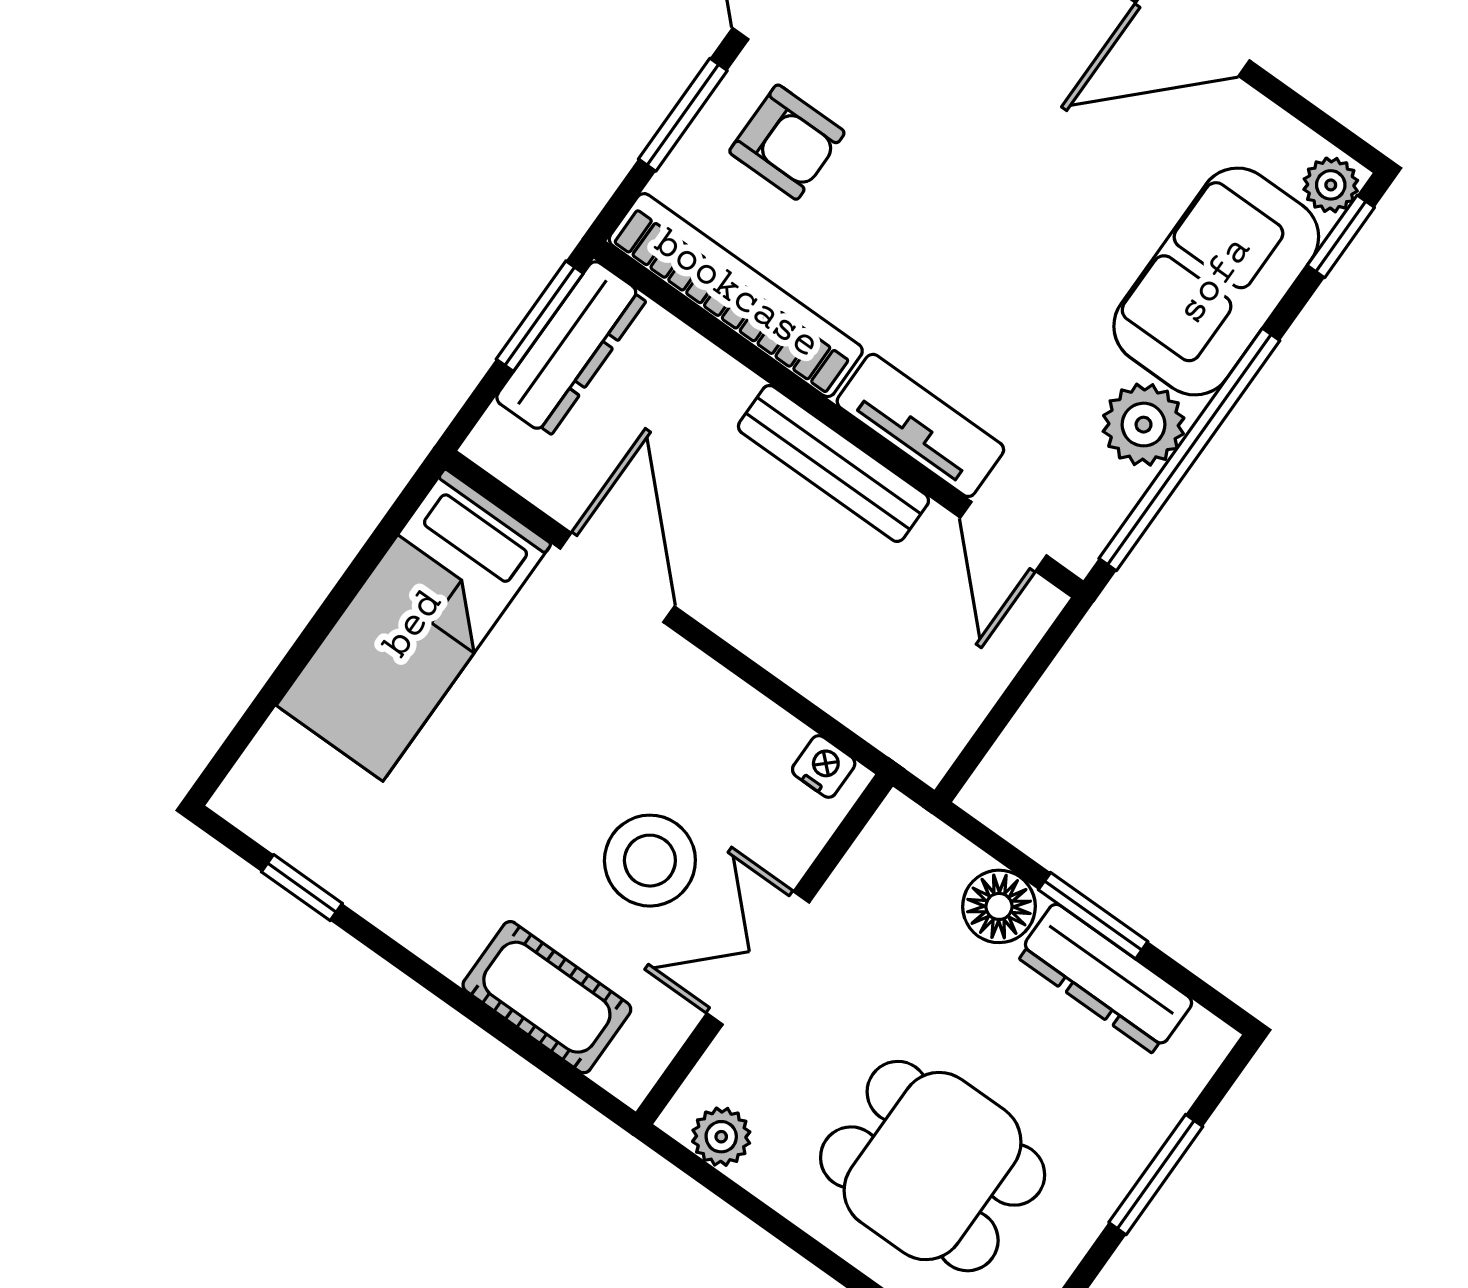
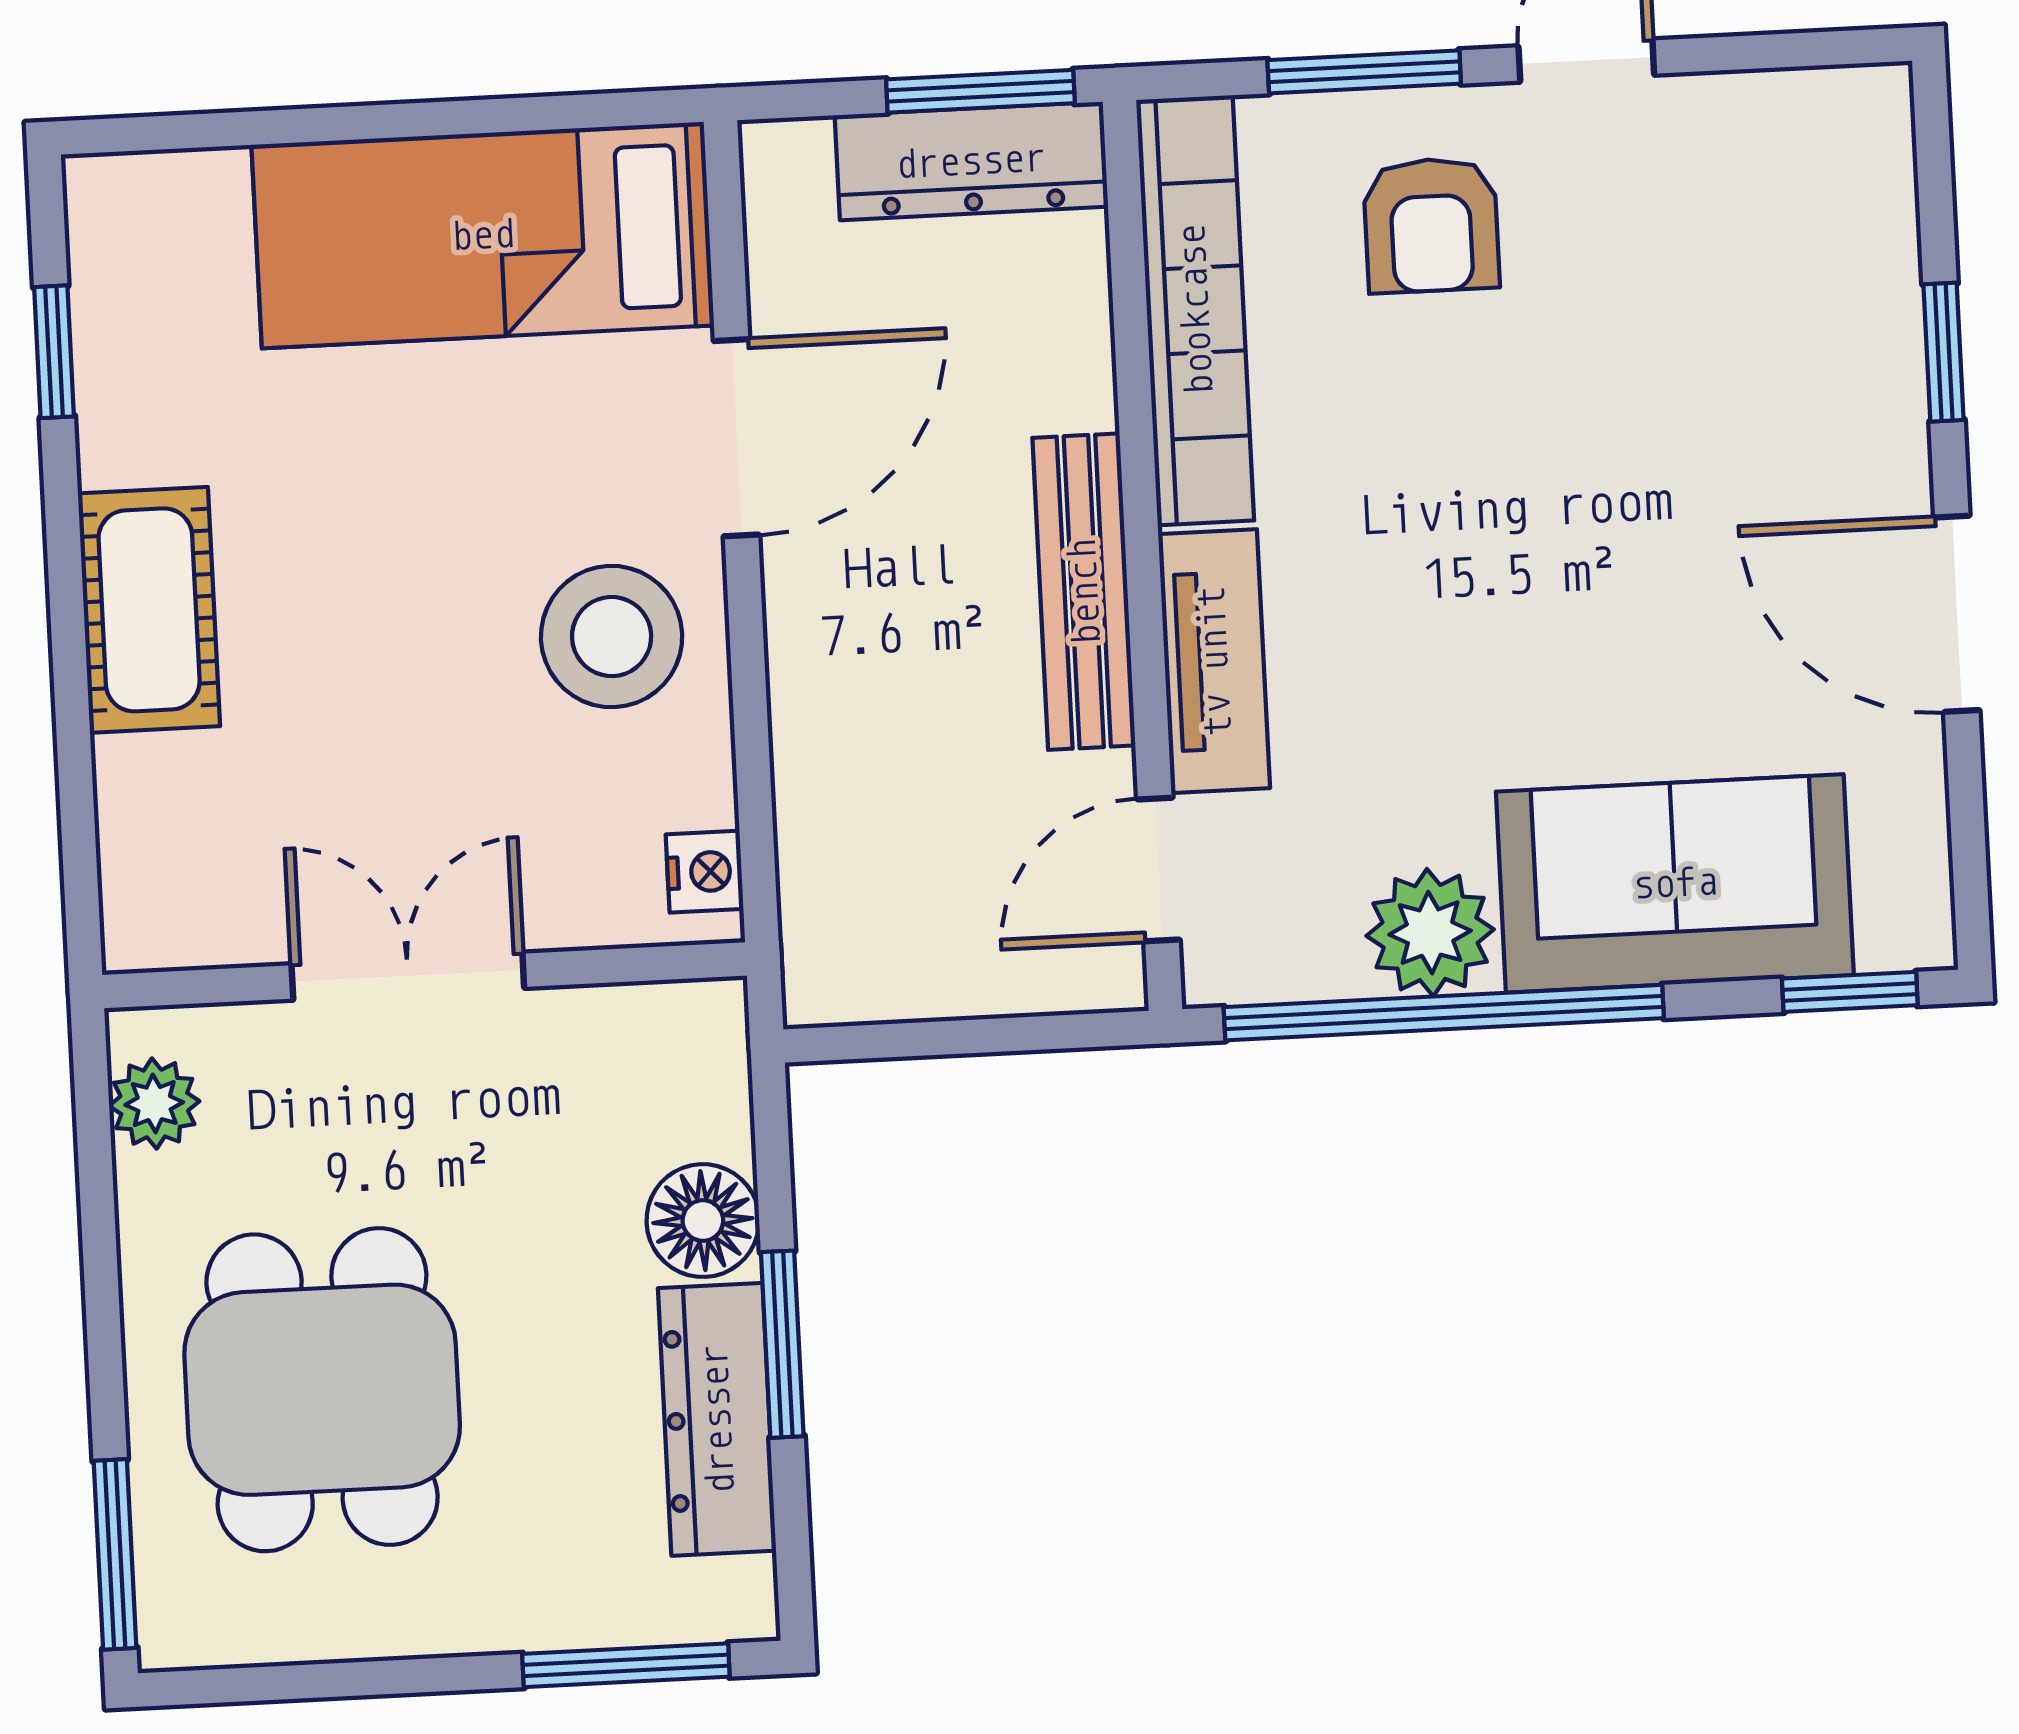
plant: (1331, 185) -> (1903, 930), removed
stool: (650, 861) -> (612, 637), moved
cot: (547, 997) -> (149, 610), moved
window: (1156, 1175) -> (626, 1665), moved

